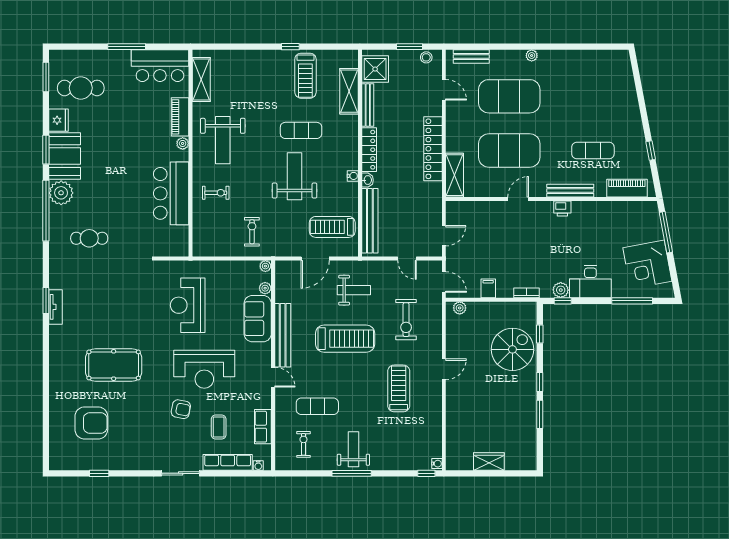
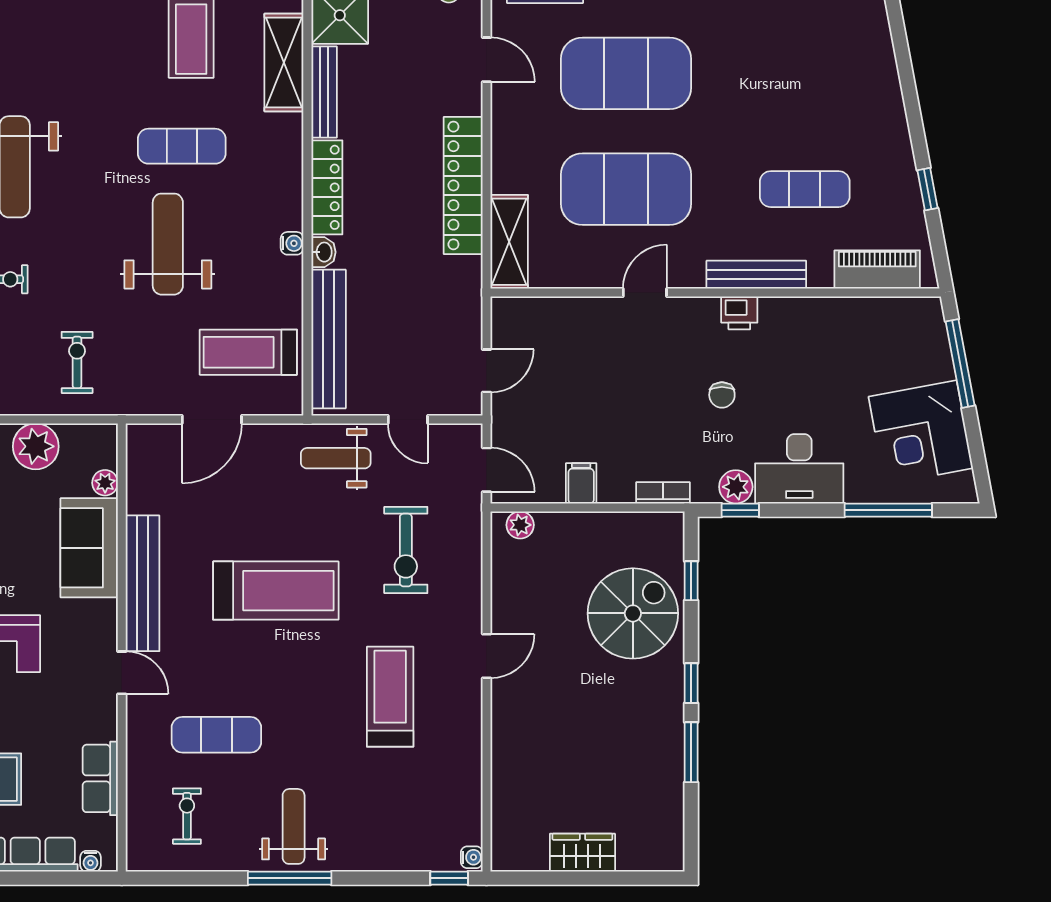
chair: (554, 247) -> (722, 395), added
plant: (265, 266) -> (36, 446), moved, width x1.88, depth x1.88
weight bench: (354, 290) -> (336, 458), moved, turned 180

